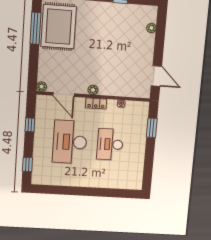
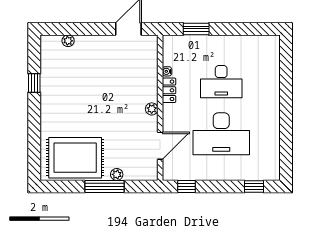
window: (35, 28) -> (104, 186), moved
plant: (42, 87) -> (117, 174), moved
locker: (96, 103) -> (169, 90), moved
window: (30, 125) -> (186, 186), moved

